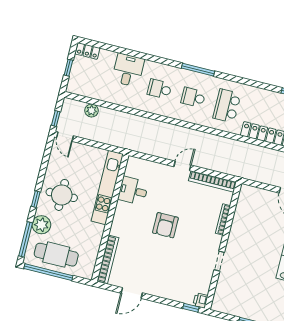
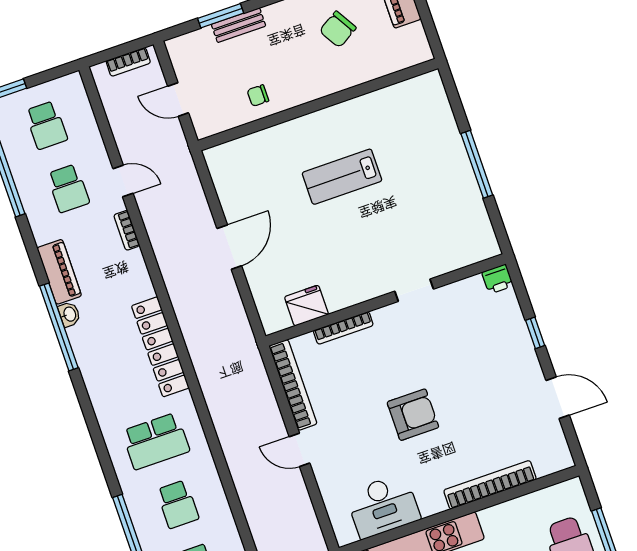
desk: (133, 191) -> (383, 506), width x1.37
fridge: (243, 210) -> (306, 306), added
bookcase: (108, 259) -> (490, 485), moved
window: (191, 308) -> (535, 333), moved

